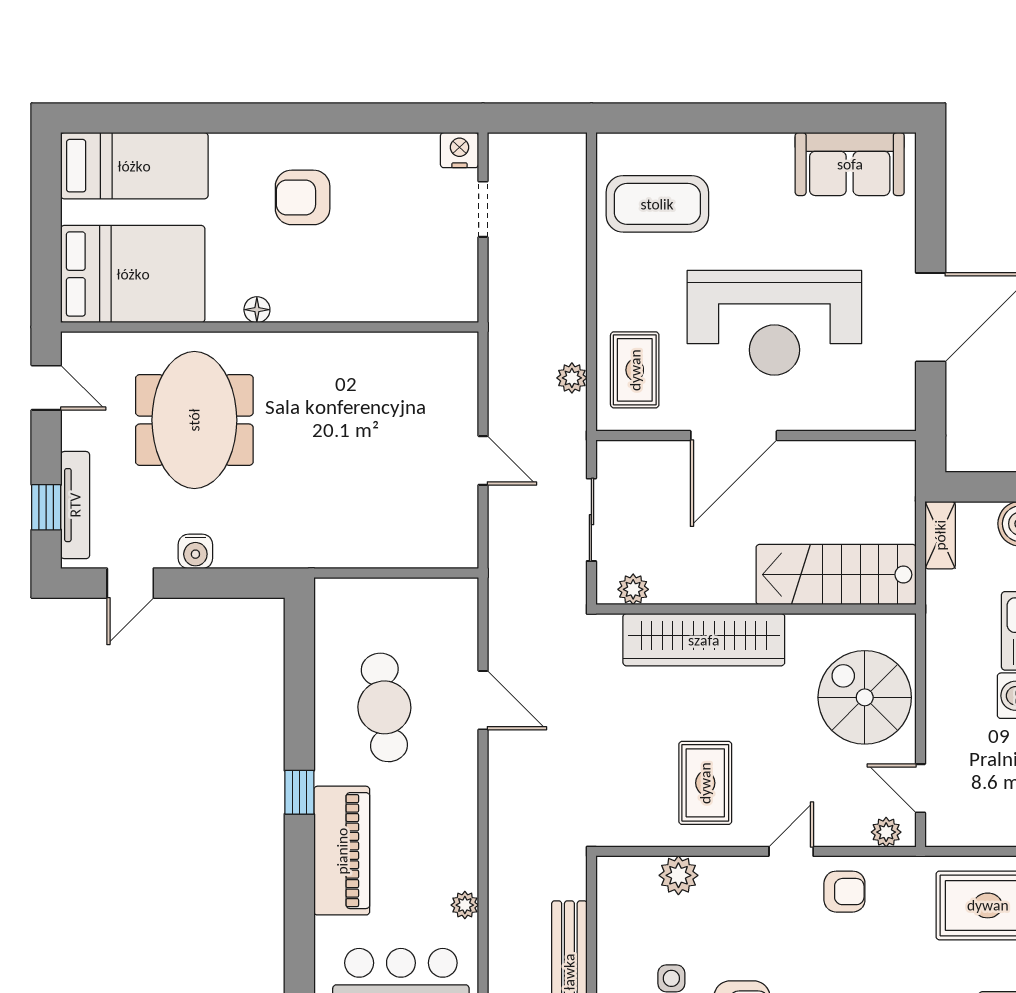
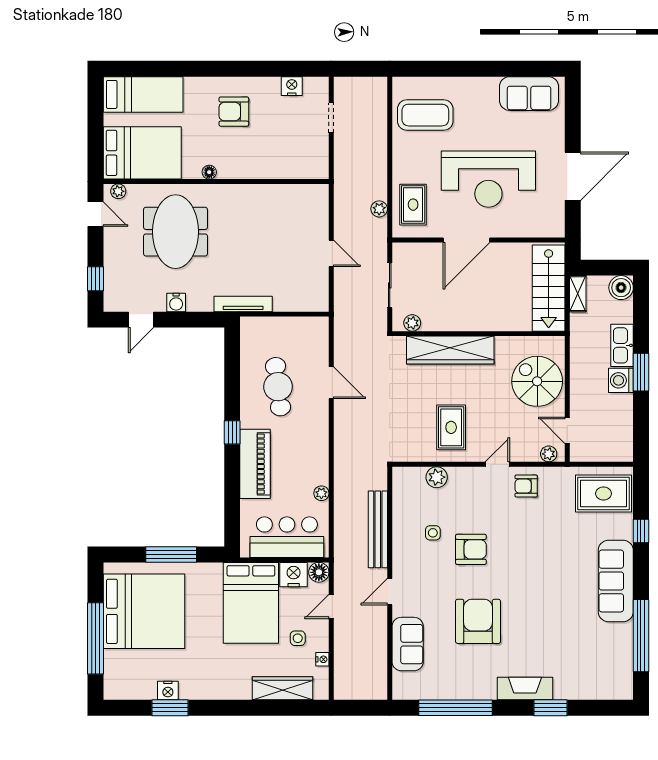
nightstand: (459, 150) -> (292, 86), moved
plant: (88, 345) -> (118, 191), added
tv unit: (75, 505) -> (243, 304), moved, turned -90
stairs: (836, 575) -> (549, 288), moved, turned -90
armchair: (844, 892) -> (526, 486), turned 180

